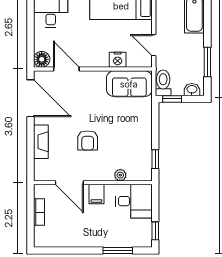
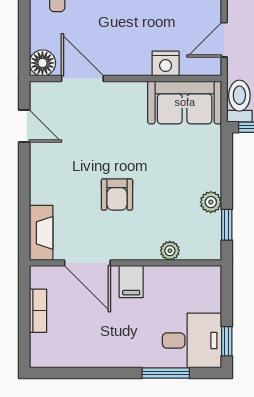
door: (154, 45) -> (224, 40), hinge flipped
door: (31, 98) -> (24, 126), width x0.53
fireplace: (41, 142) -> (41, 233), moved
plant: (145, 145) -> (211, 202), added
desk: (134, 201) -> (192, 340), moved

